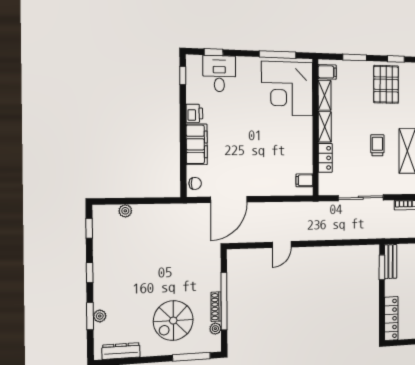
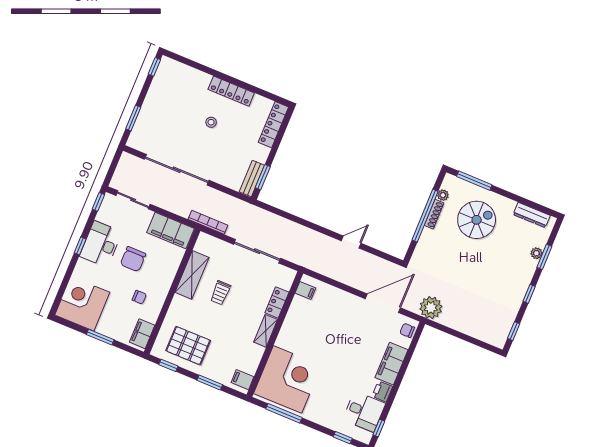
desk: (219, 74) -> (364, 411), moved, turned -90
pallet: (386, 84) -> (188, 346), turned 90
shelving: (325, 95) -> (254, 359), removed
plant: (125, 211) -> (431, 308), moved, width x1.87, depth x1.87

